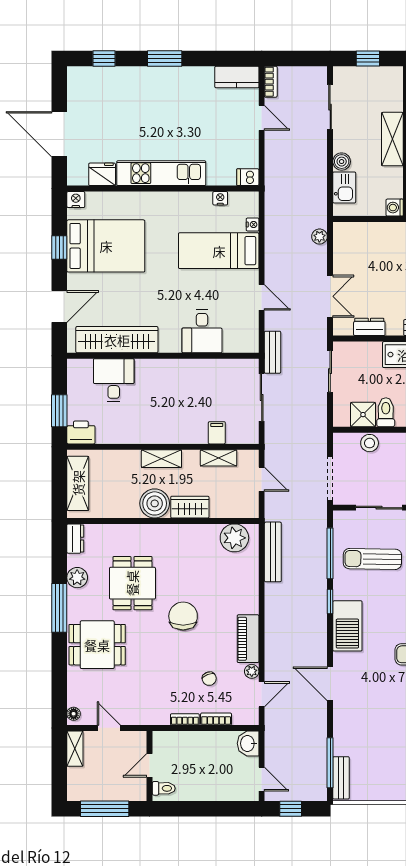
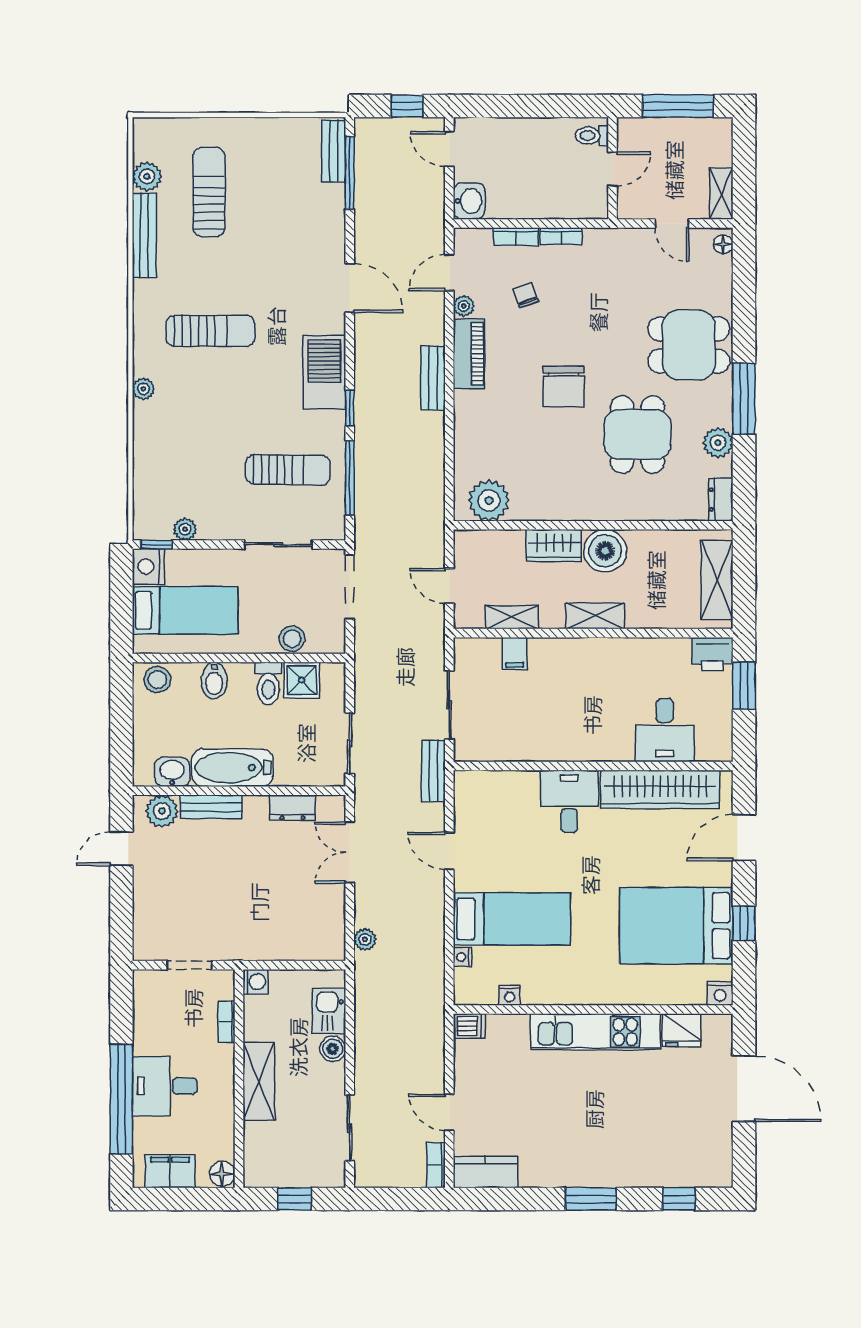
desk: (202, 331) -> (569, 801), moved
bench: (273, 552) -> (433, 378), moved, width x0.73

